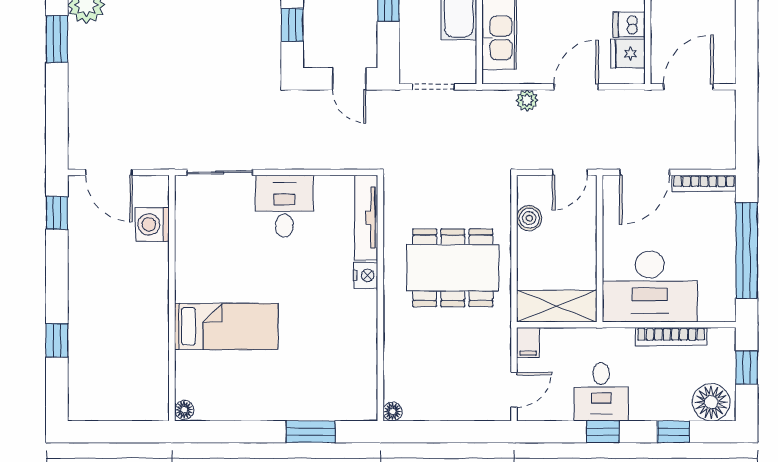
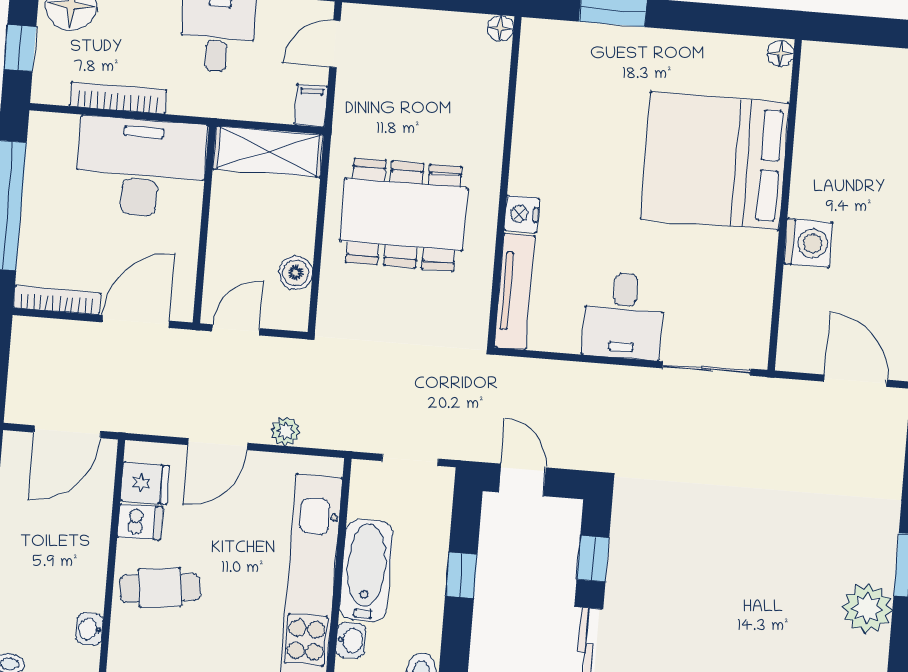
washing machine: (152, 224) -> (808, 243), moved
bed: (226, 326) -> (715, 161), width x2.04

